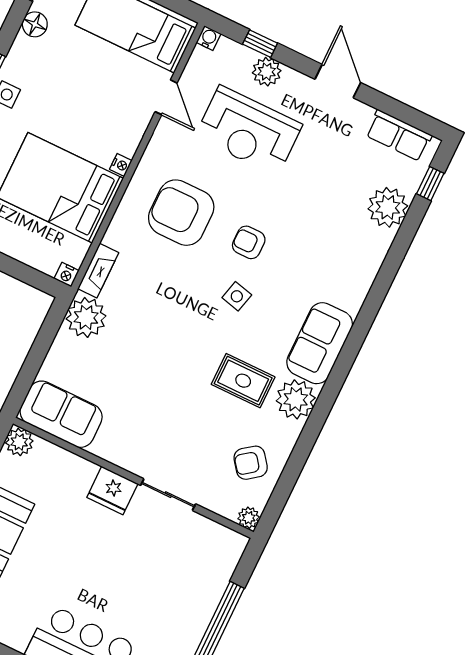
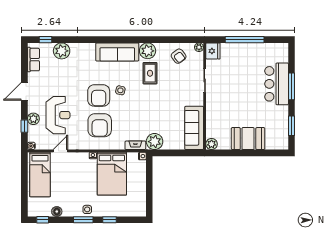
armchair: (249, 242) -> (99, 95), width x1.88, depth x1.88
sofa: (320, 343) -> (117, 52), width x1.36
sofa: (61, 414) -> (194, 128), width x1.36
fridge: (112, 491) -> (213, 51), moved

